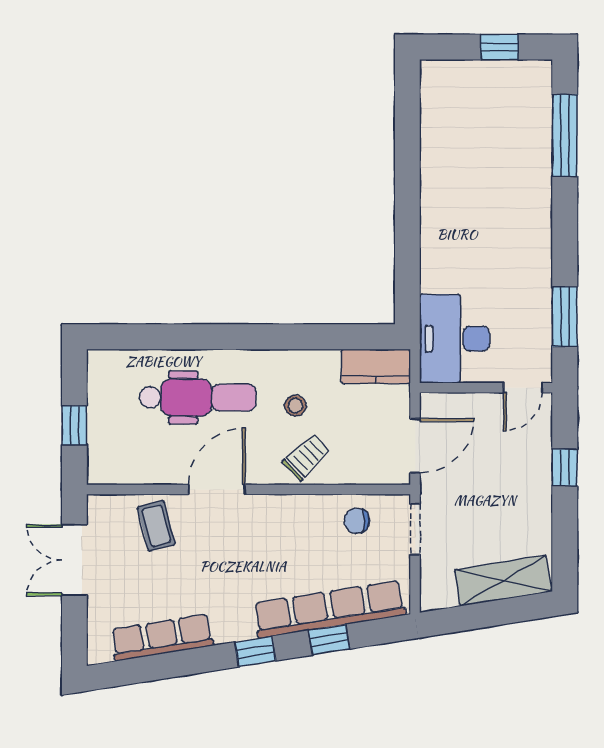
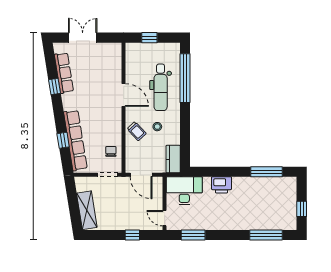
window: (407, 134) -> (267, 172), added
printer: (440, 246) -> (221, 185), added
window: (175, 337) -> (185, 78), added
coffee table: (156, 526) -> (109, 71), removed
double door: (74, 560) -> (83, 38), moved
window: (255, 651) -> (54, 86), moved

